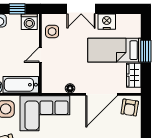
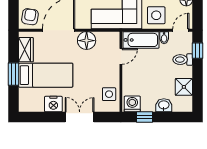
door: (40, 55) -> (121, 56), moved
floor lamp: (70, 88) -> (87, 41), width x1.89, depth x1.89

